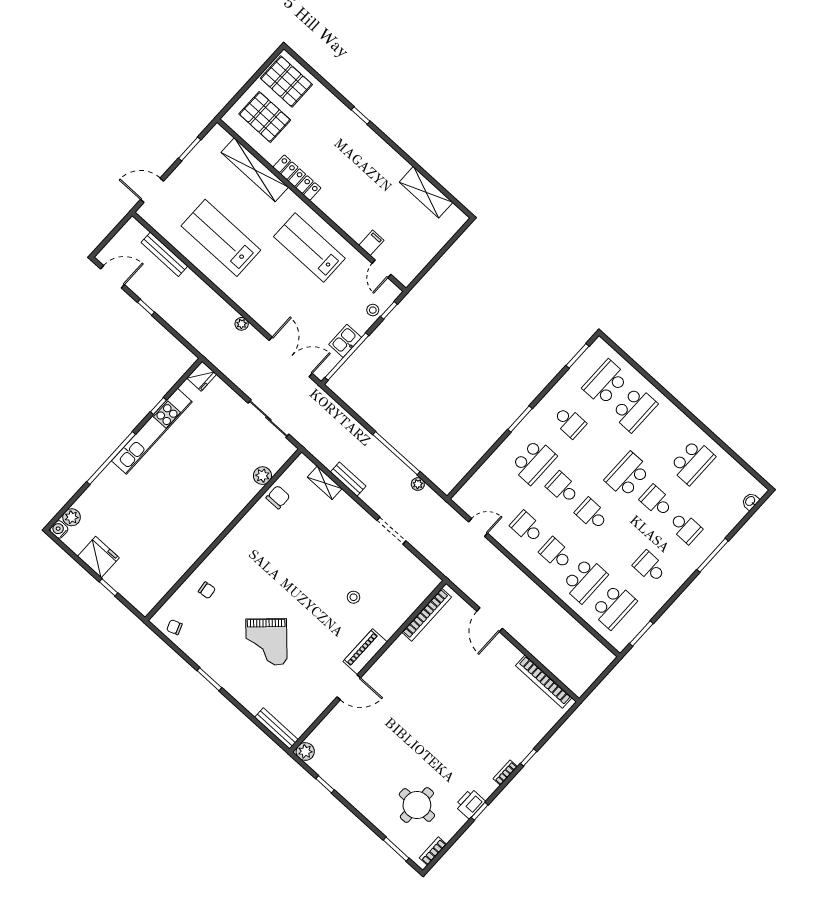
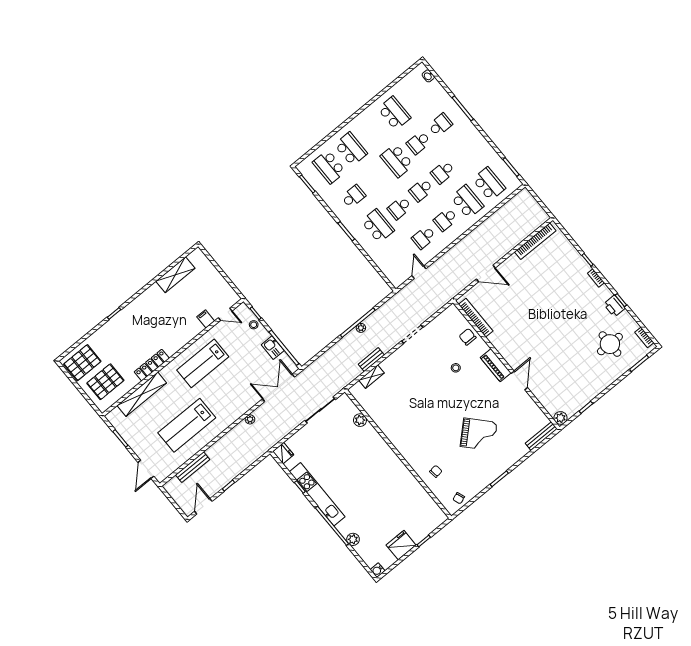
plant: (418, 484) -> (361, 328), moved
chair: (278, 497) -> (468, 337), moved
plant: (72, 517) -> (353, 539), moved
school desk: (650, 567) -> (443, 172), moved

